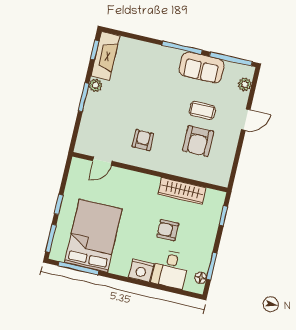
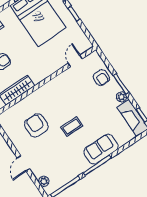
sofa: (202, 67) -> (101, 149), moved
coffee table: (202, 110) -> (72, 126), moved
armchair: (143, 140) -> (101, 78), moved

